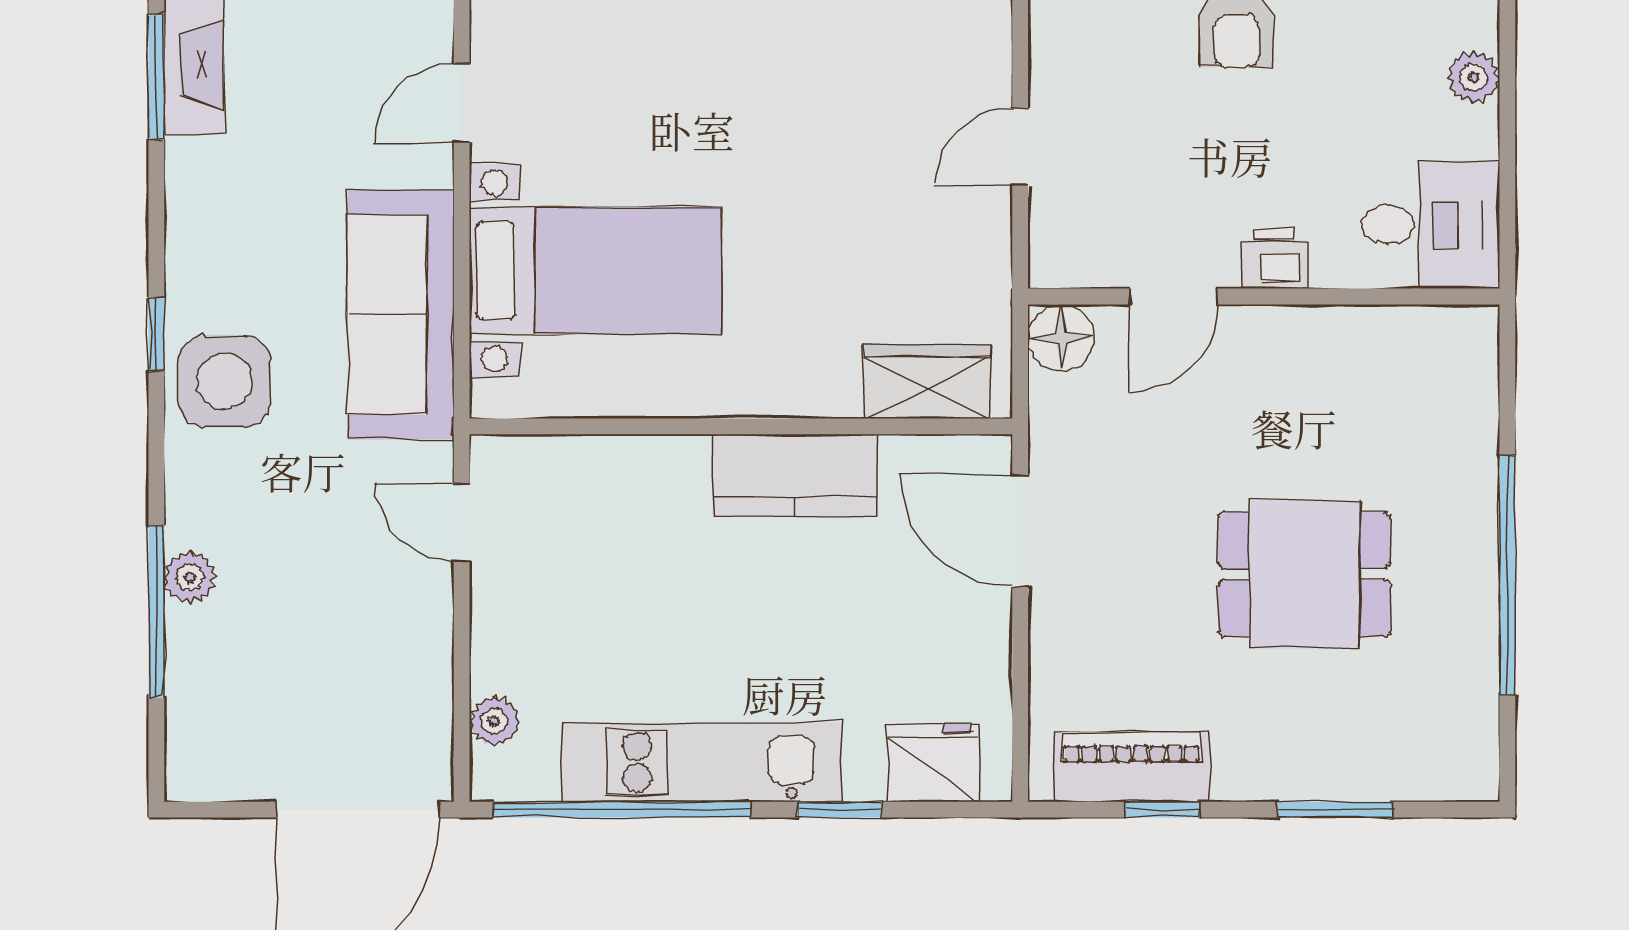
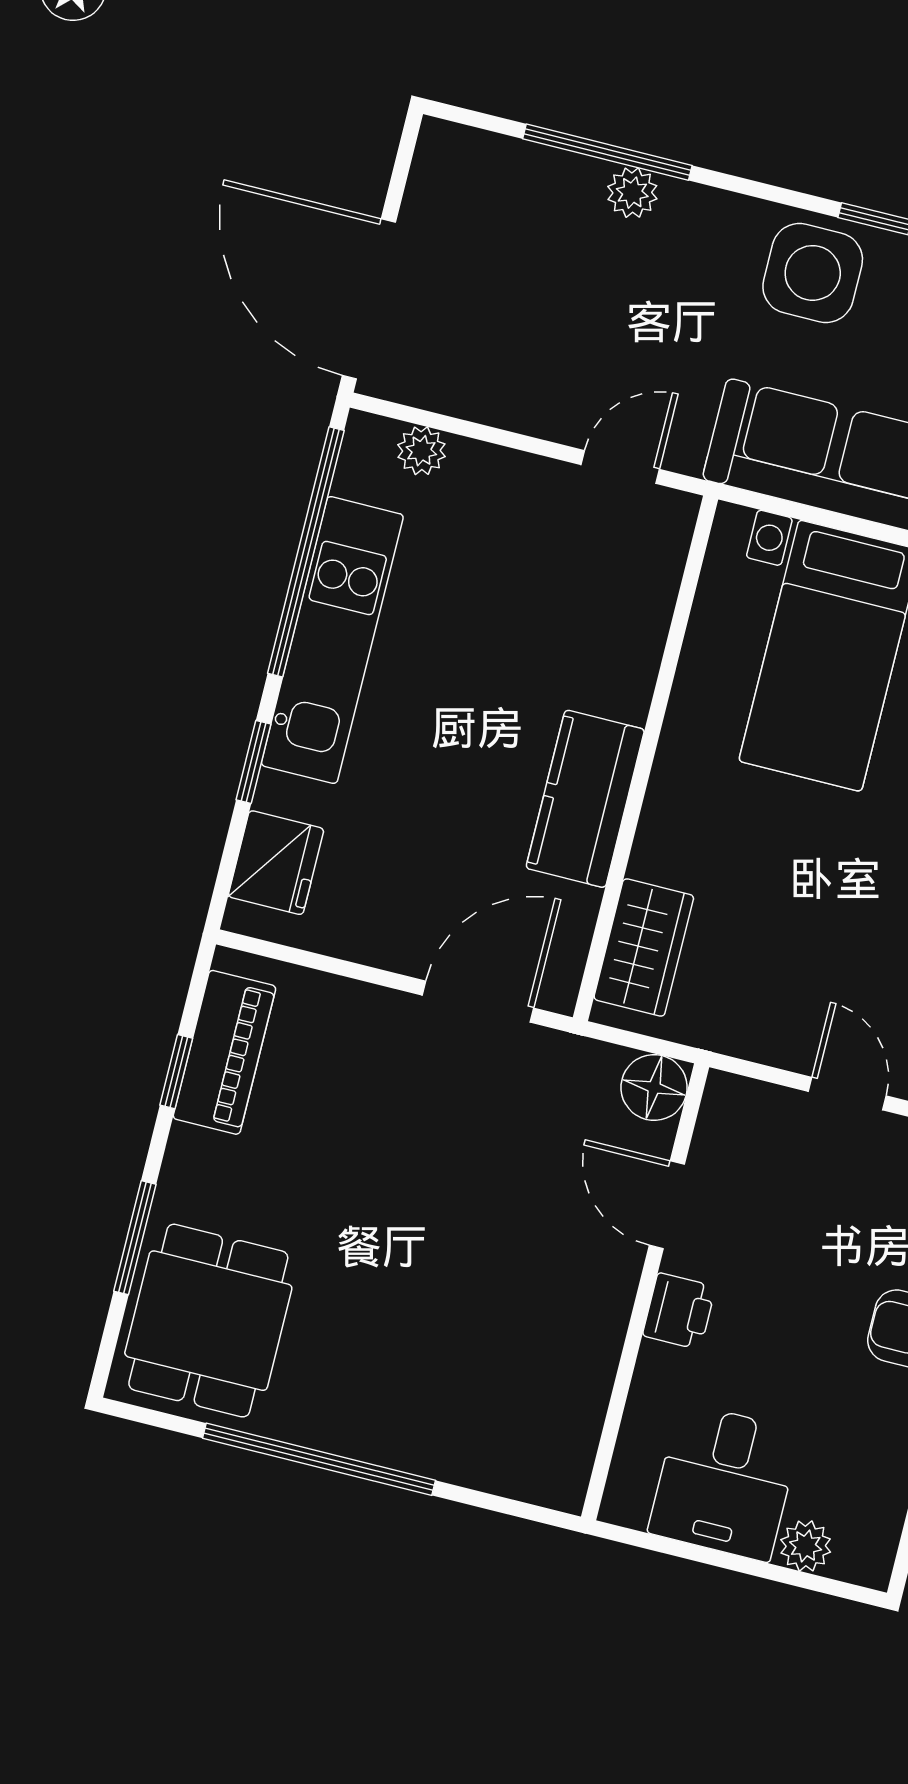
desk: (1431, 225) -> (724, 1482), moved
dining table: (1304, 574) -> (208, 1321), moved

